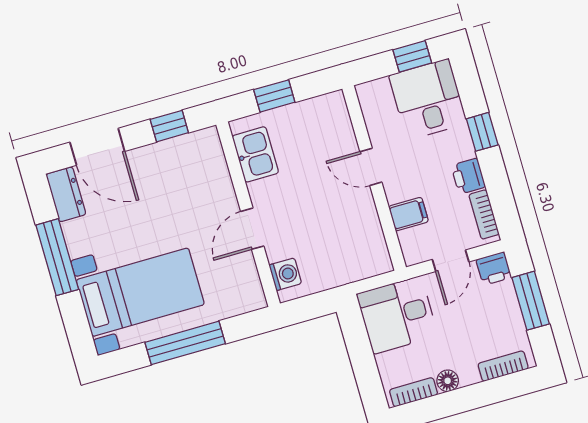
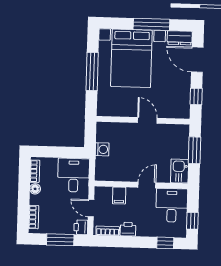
window: (274, 96) -> (195, 150), width x1.50
desk: (428, 99) -> (172, 205), moved, turned -90
window: (482, 132) -> (165, 243), moved
door: (97, 147) -> (197, 60), hinge flipped
kitchen sink: (255, 154) -> (180, 171), moved, turned 90
door: (252, 229) -> (147, 120), moved
washing machine: (285, 274) -> (102, 149), moved, turned -90
bed with nightstands: (140, 292) -> (131, 58), width x1.36

